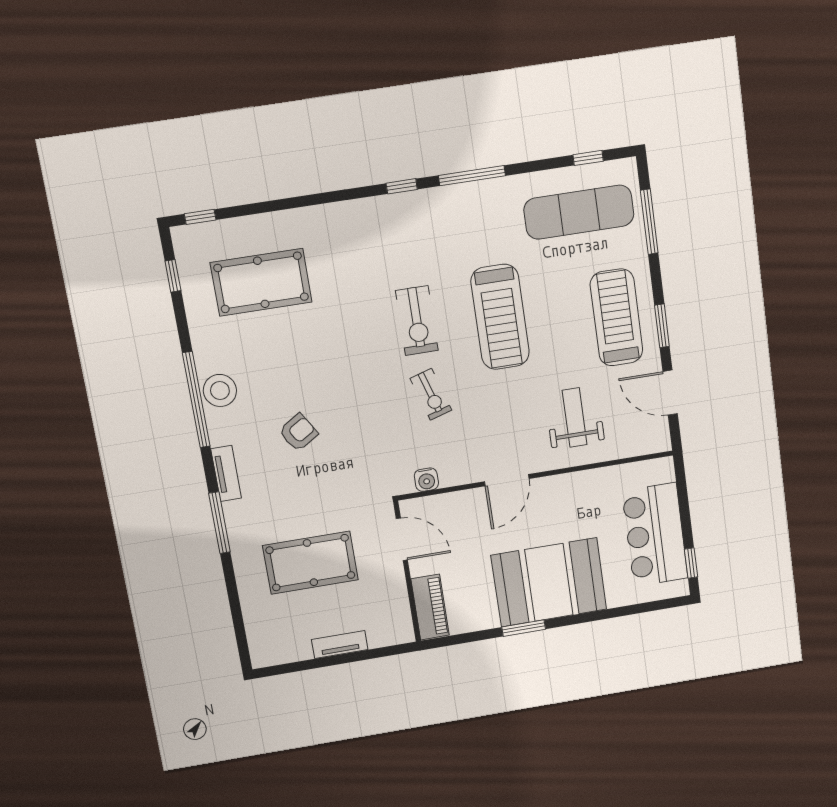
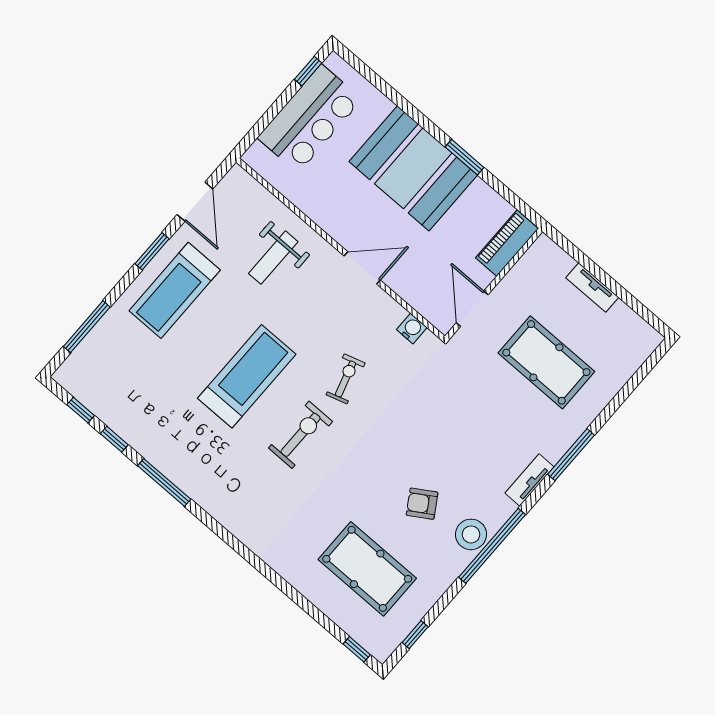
window: (402, 186) -> (114, 439), moved
exercise mat: (579, 212) -> (124, 384), removed
armchair: (298, 432) -> (422, 504), moved

